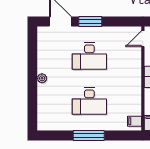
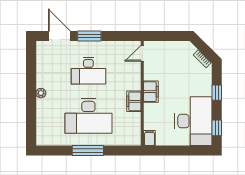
desk: (89, 101) -> (88, 116), width x1.36, depth x1.30
filing cabinet: (135, 121) -> (134, 101), moved, width x2.00

